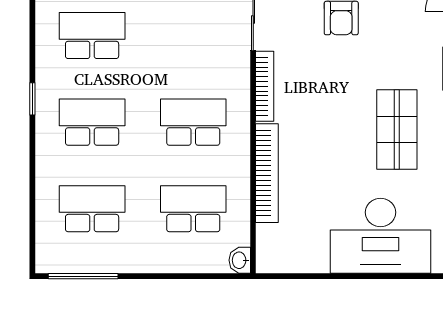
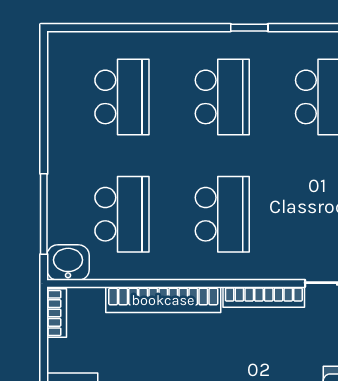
washbasin: (240, 260) -> (68, 262), width x1.38, depth x1.45
bookcase: (279, 265) -> (57, 313), added
window: (83, 276) -> (44, 214), moved

